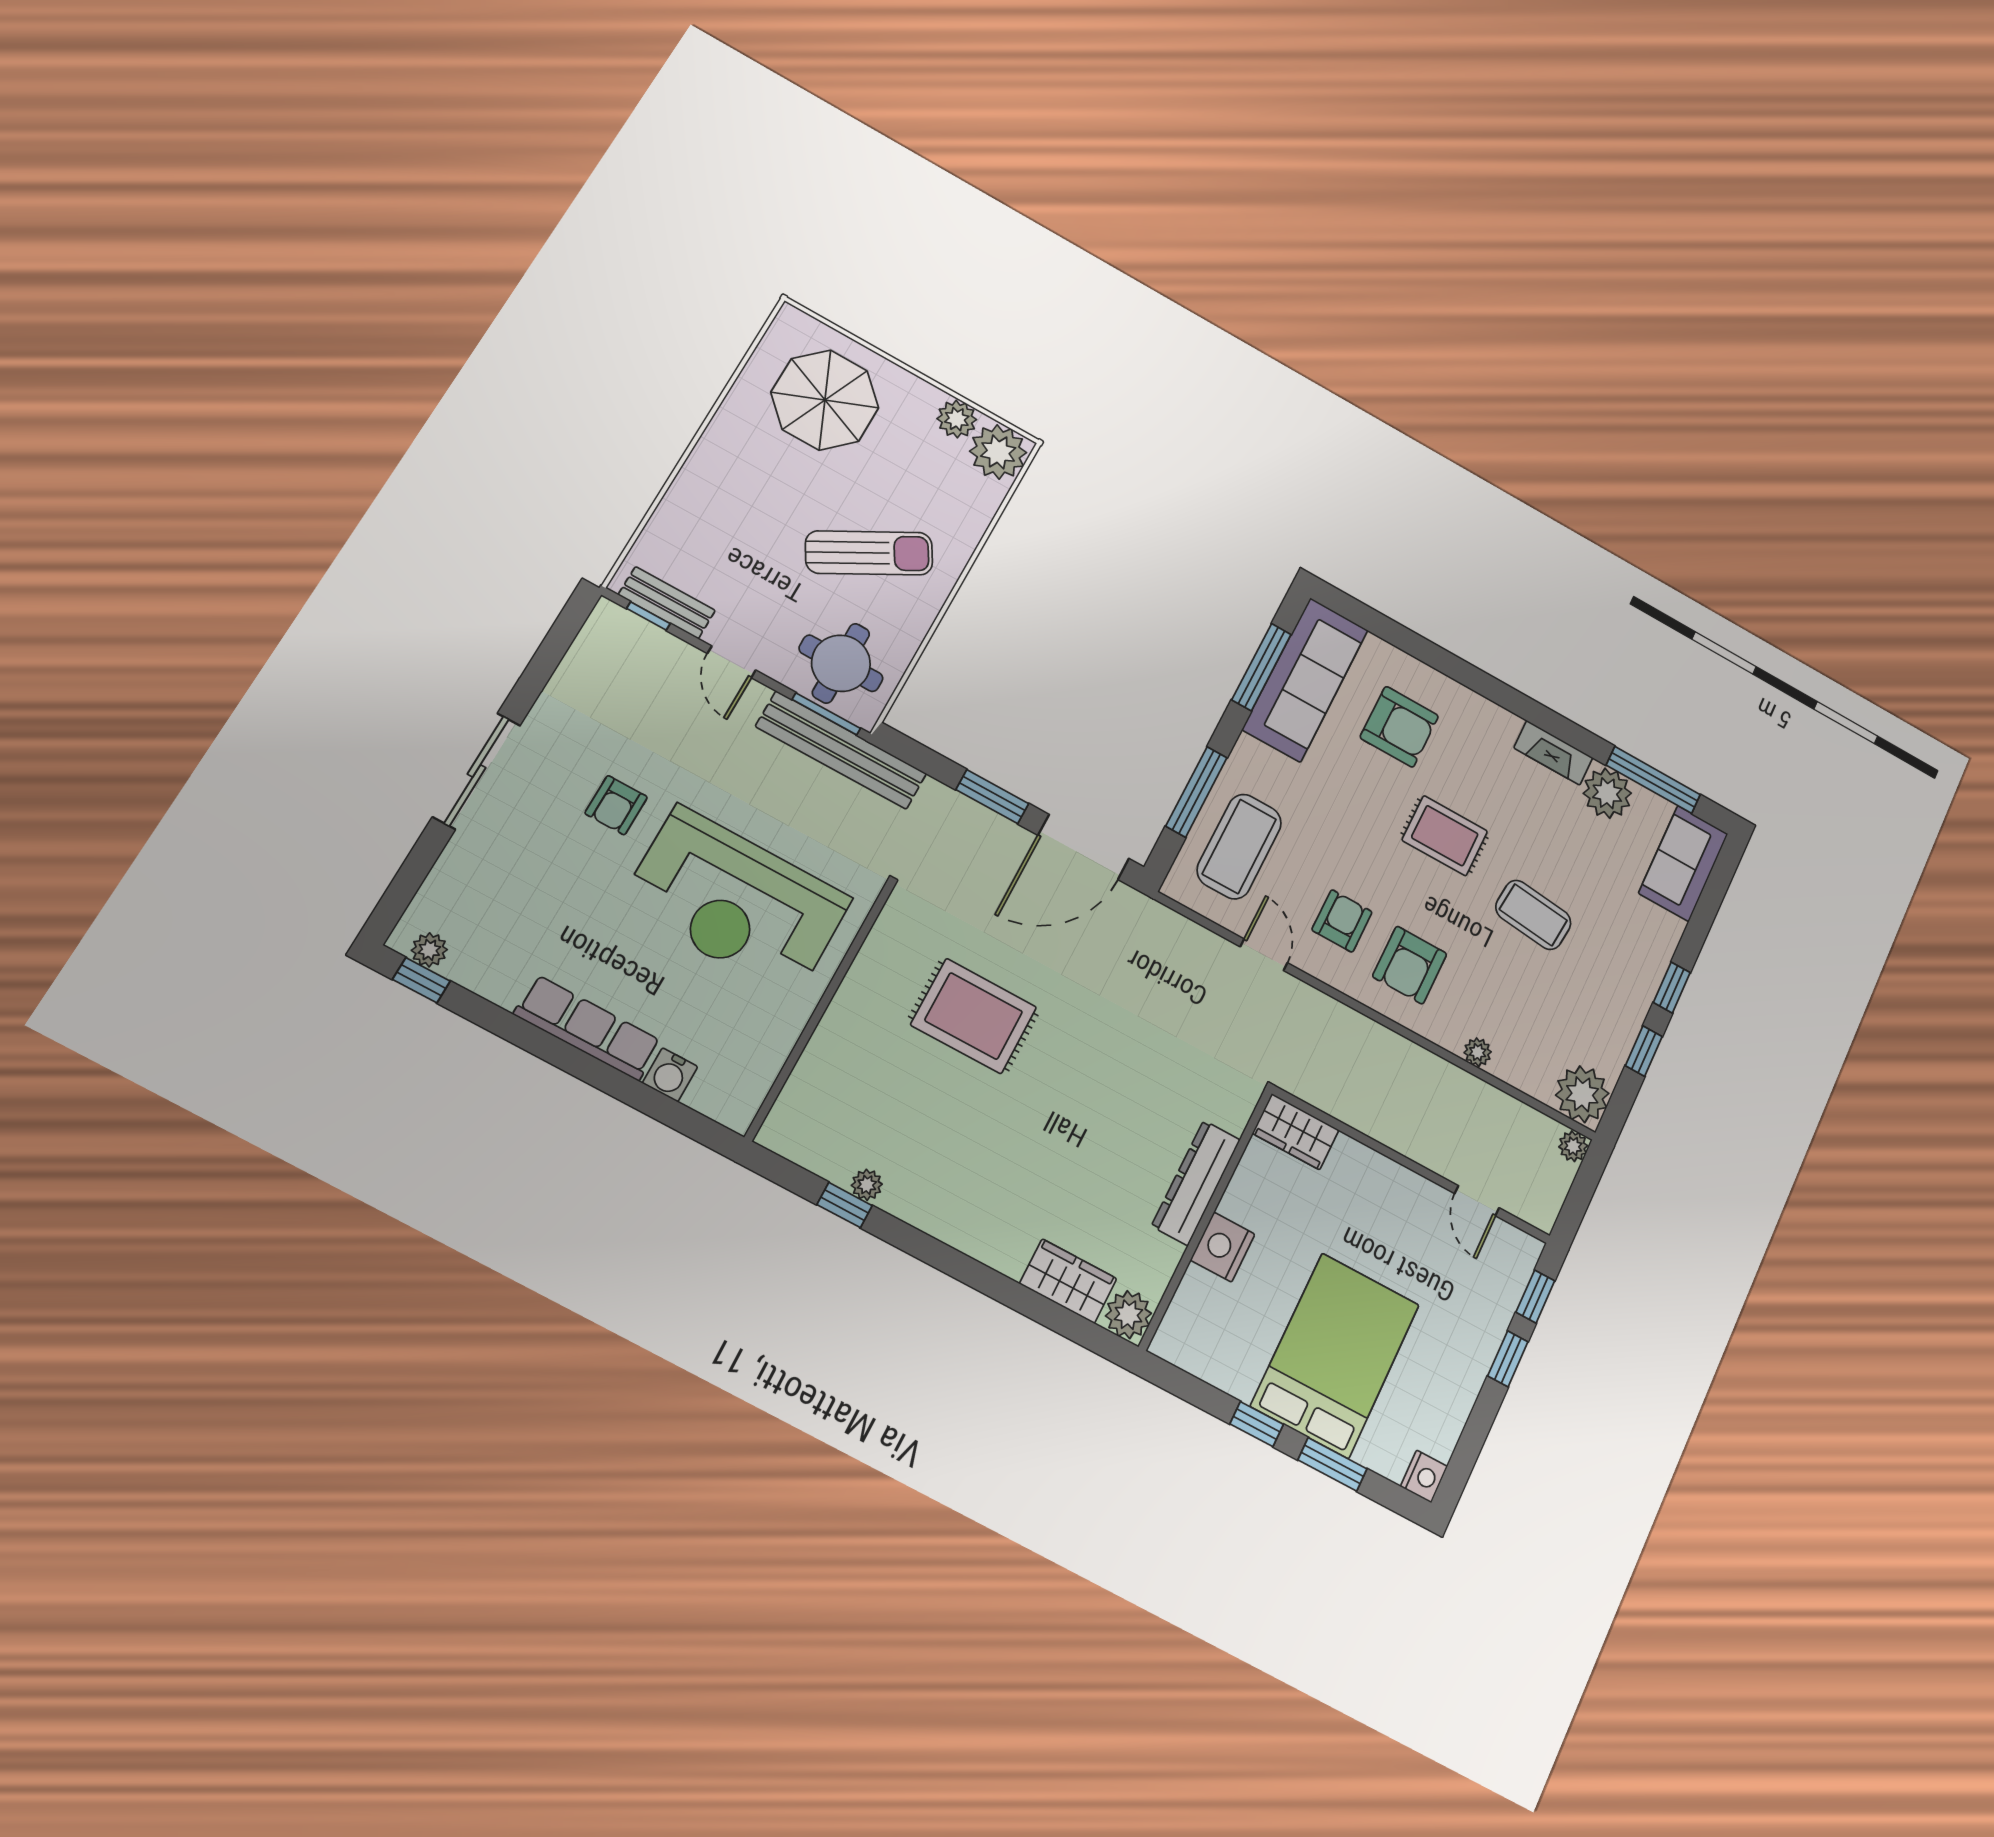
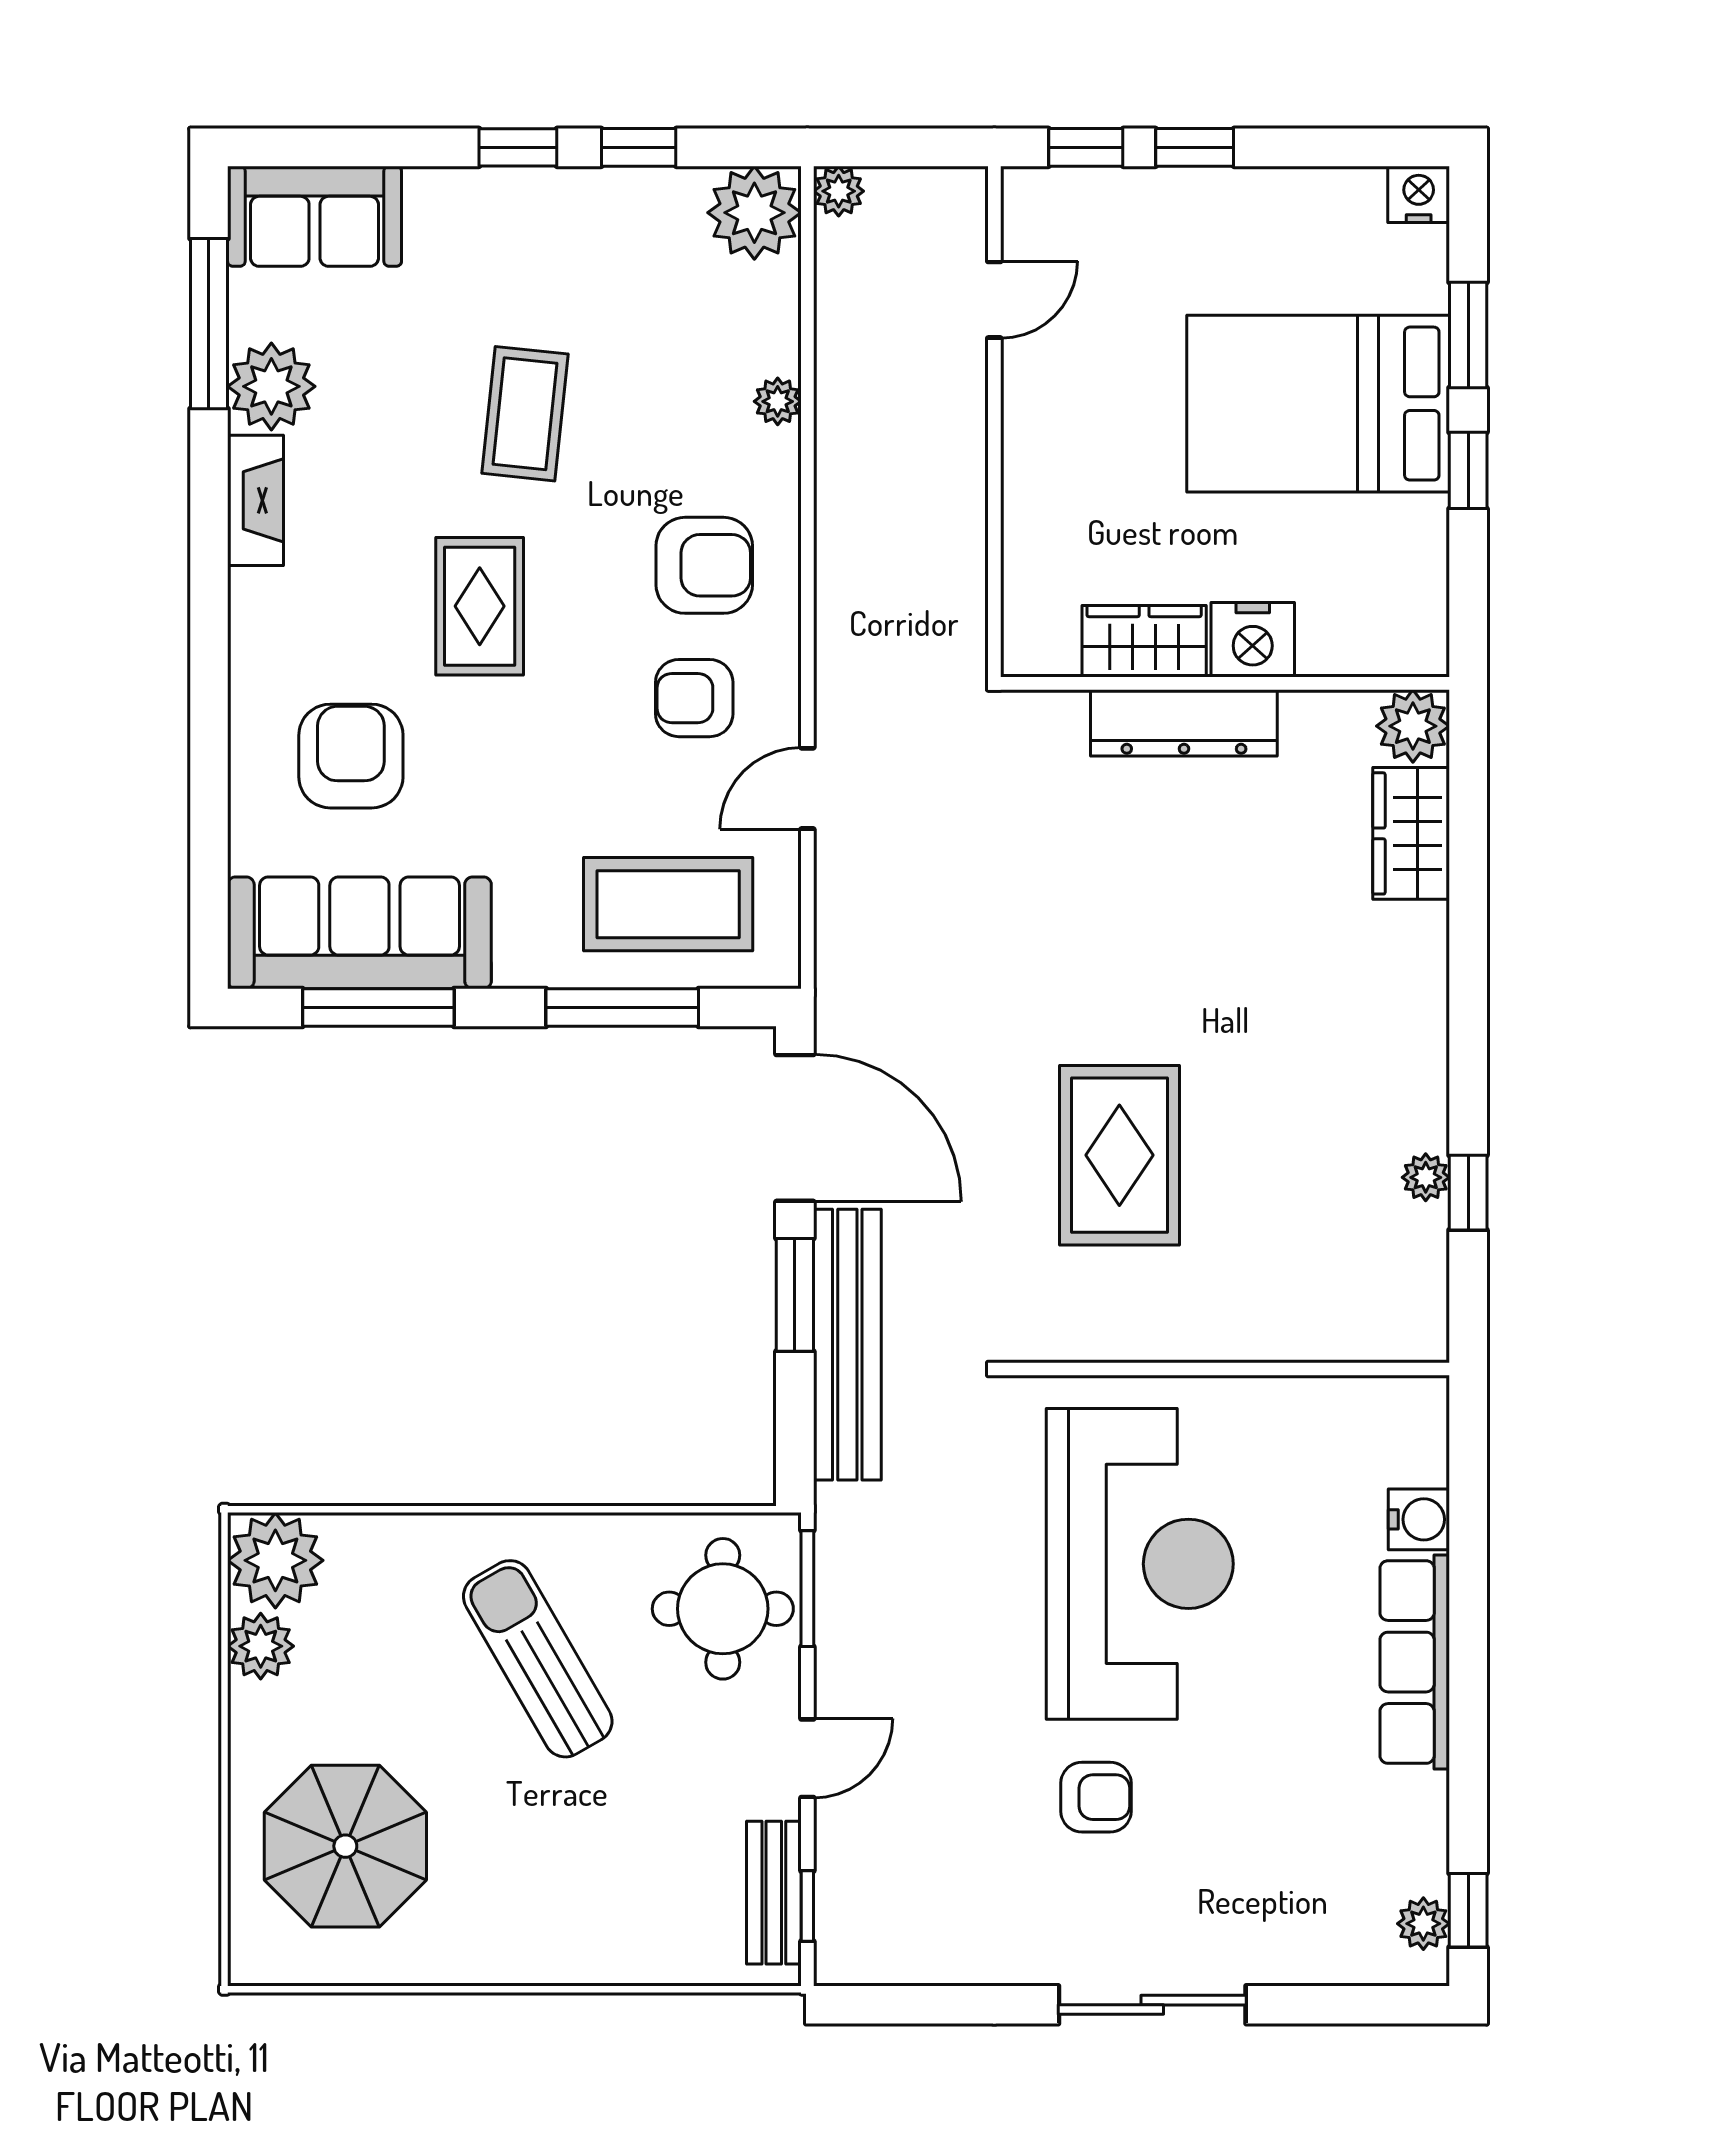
bench: (841, 750) -> (847, 1345), moved
wardrobe: (1296, 1132) -> (1144, 641), moved, turned -90

